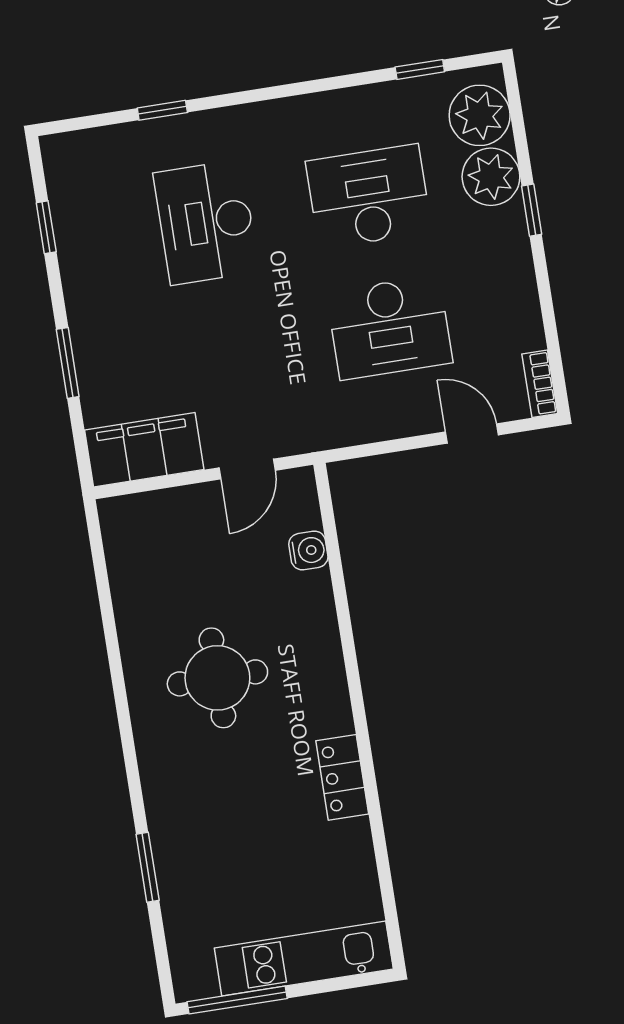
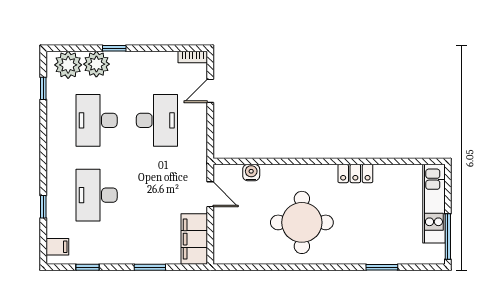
filing cabinet: (80, 155) -> (57, 247), added
desk: (206, 222) -> (97, 195), turned 90
round table: (217, 678) -> (302, 222), width x1.36, depth x1.36

